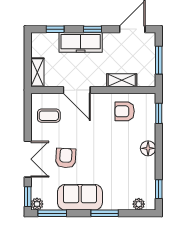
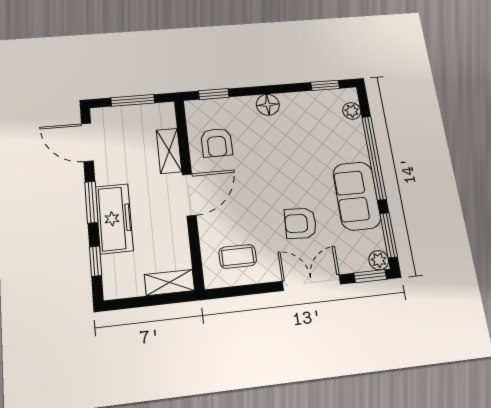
window: (93, 29) -> (91, 202), width x1.50
door: (77, 90) -> (189, 195), moved
coffee table: (49, 116) -> (238, 256), turned 90
window: (105, 213) -> (374, 158), width x2.11

